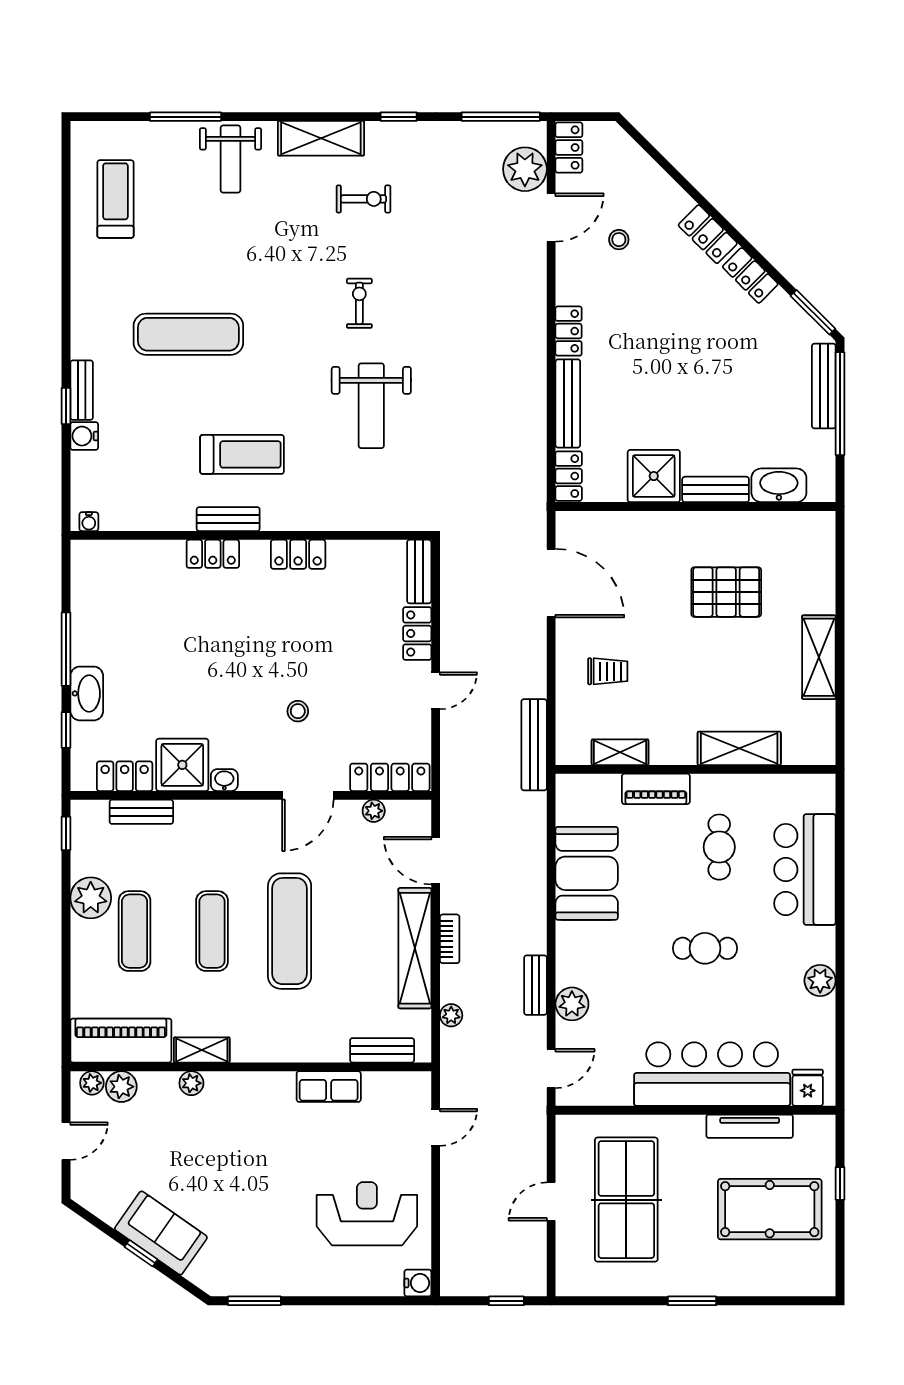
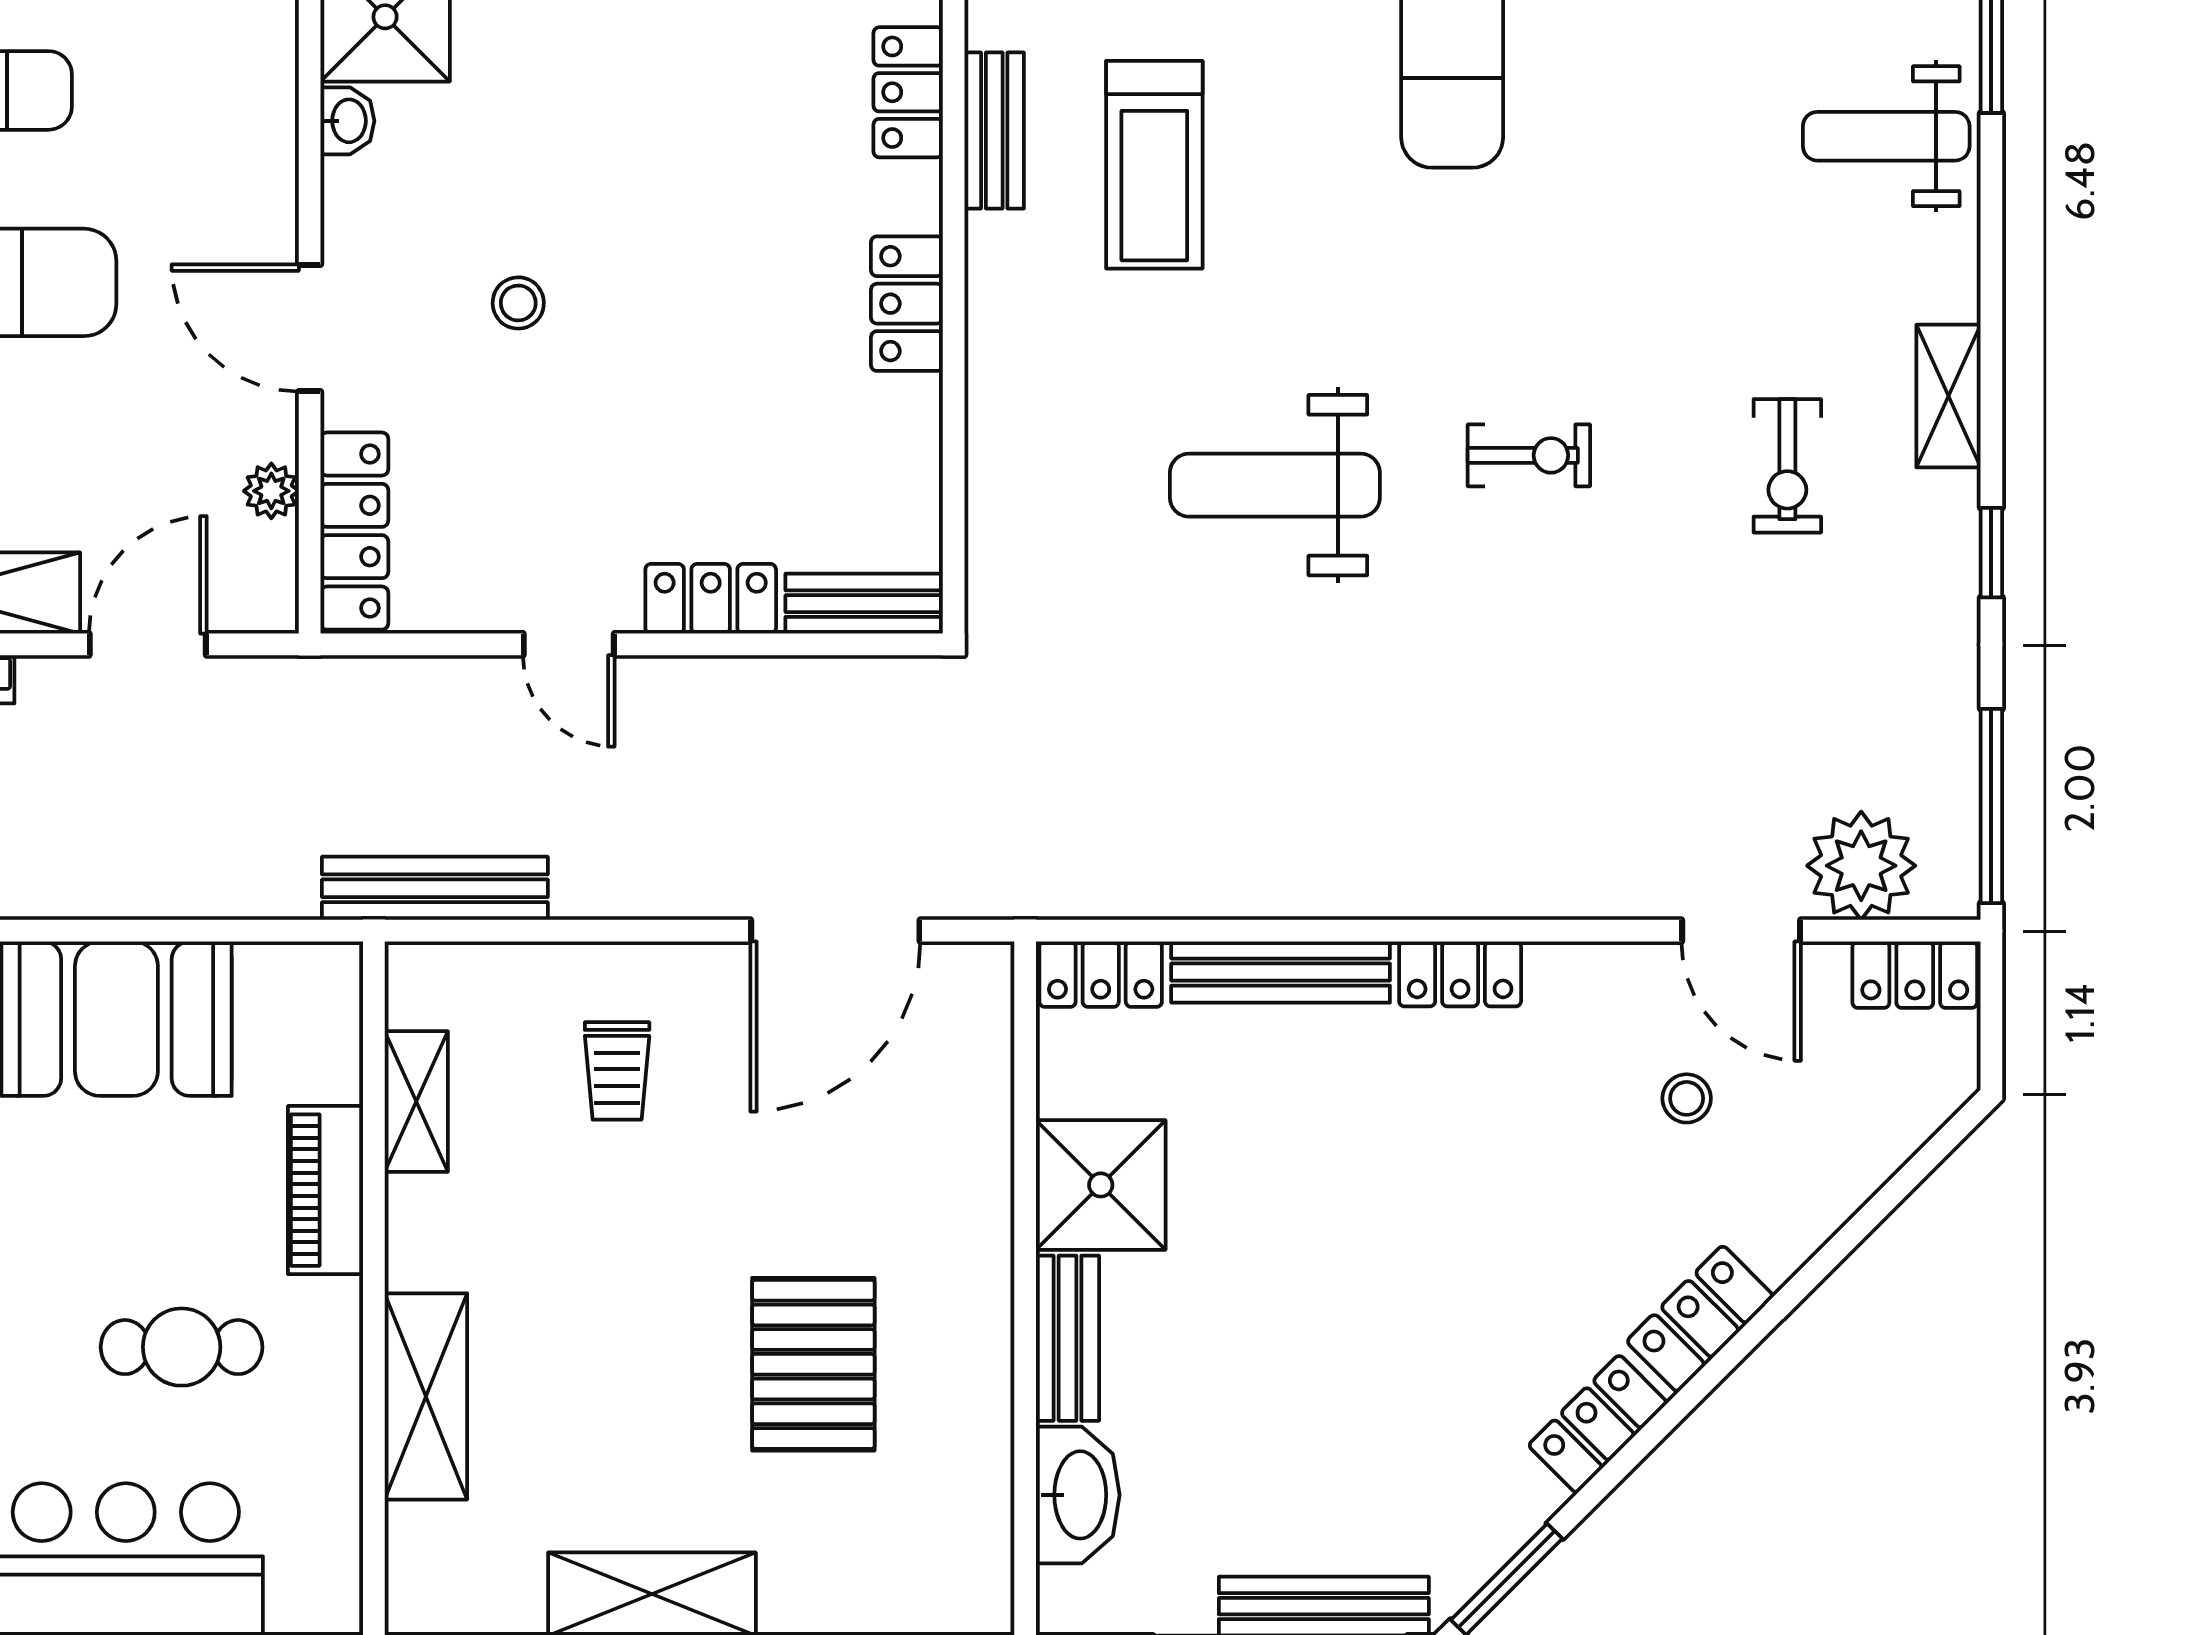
shelving: (321, 138) -> (1948, 396), width x0.67, depth x0.75

